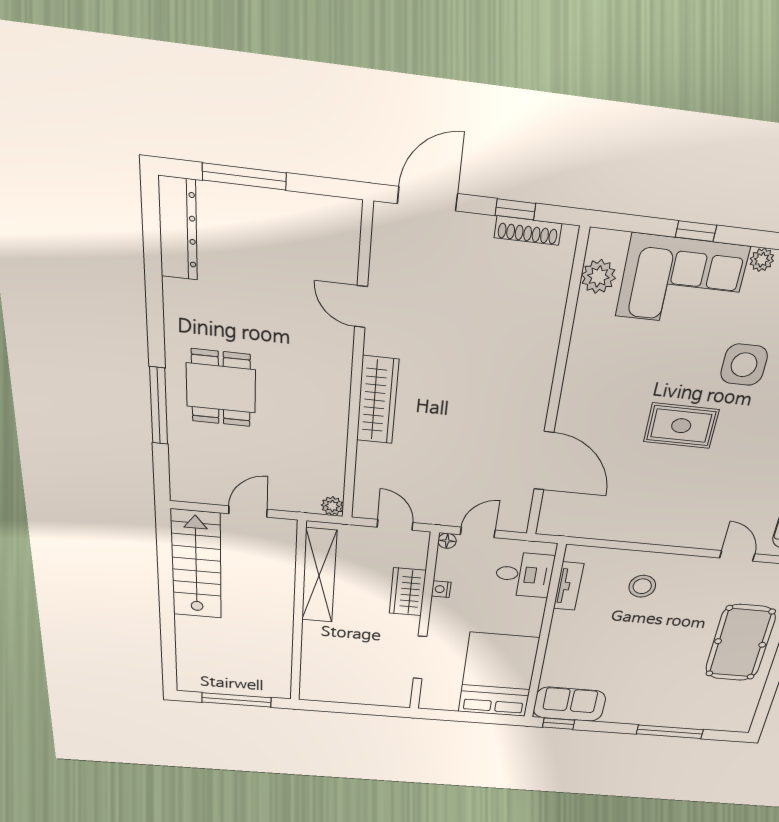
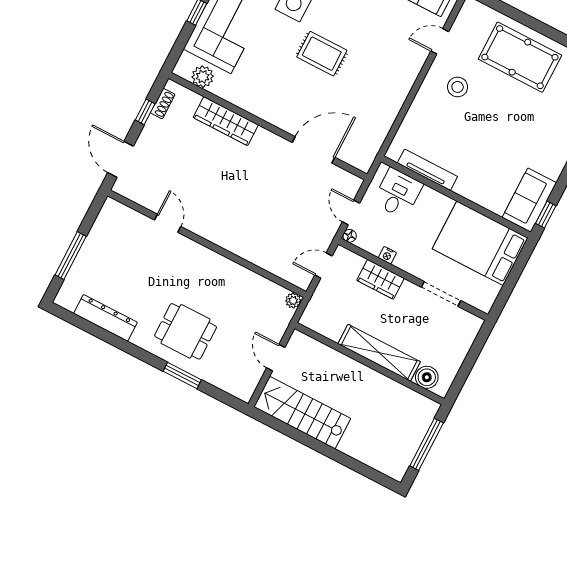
dresser: (178, 229) -> (105, 318), moved
shoe rack: (528, 231) -> (163, 104), width x0.70
door: (361, 307) -> (168, 223), swing flipped
wardrobe: (377, 400) -> (226, 121), moved, turned 180
window: (159, 406) -> (182, 375), width x0.69
rug: (681, 426) -> (322, 54), turned 90
shelving: (319, 576) -> (379, 353), moved
tv unit: (569, 586) -> (427, 170), width x1.41
stool: (642, 586) -> (458, 87), moved
boiler: (314, 675) -> (427, 377), added

